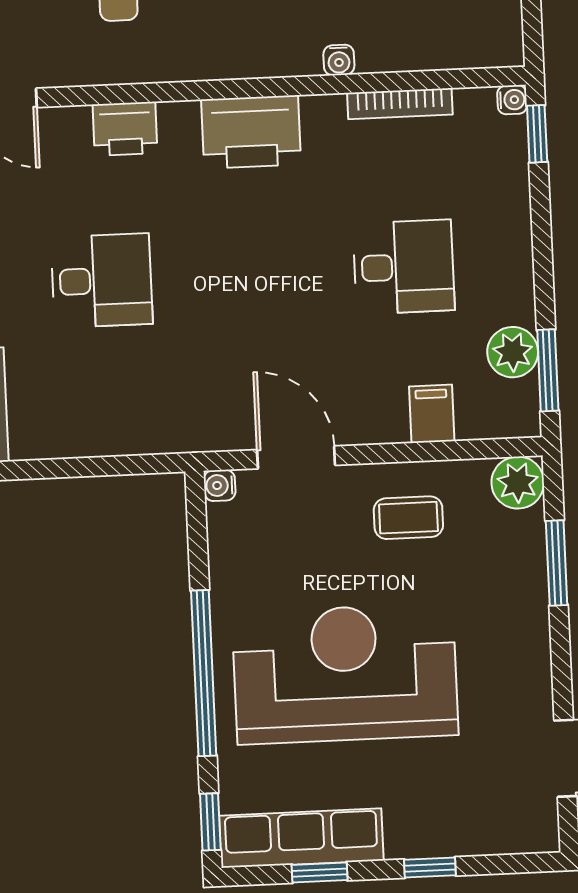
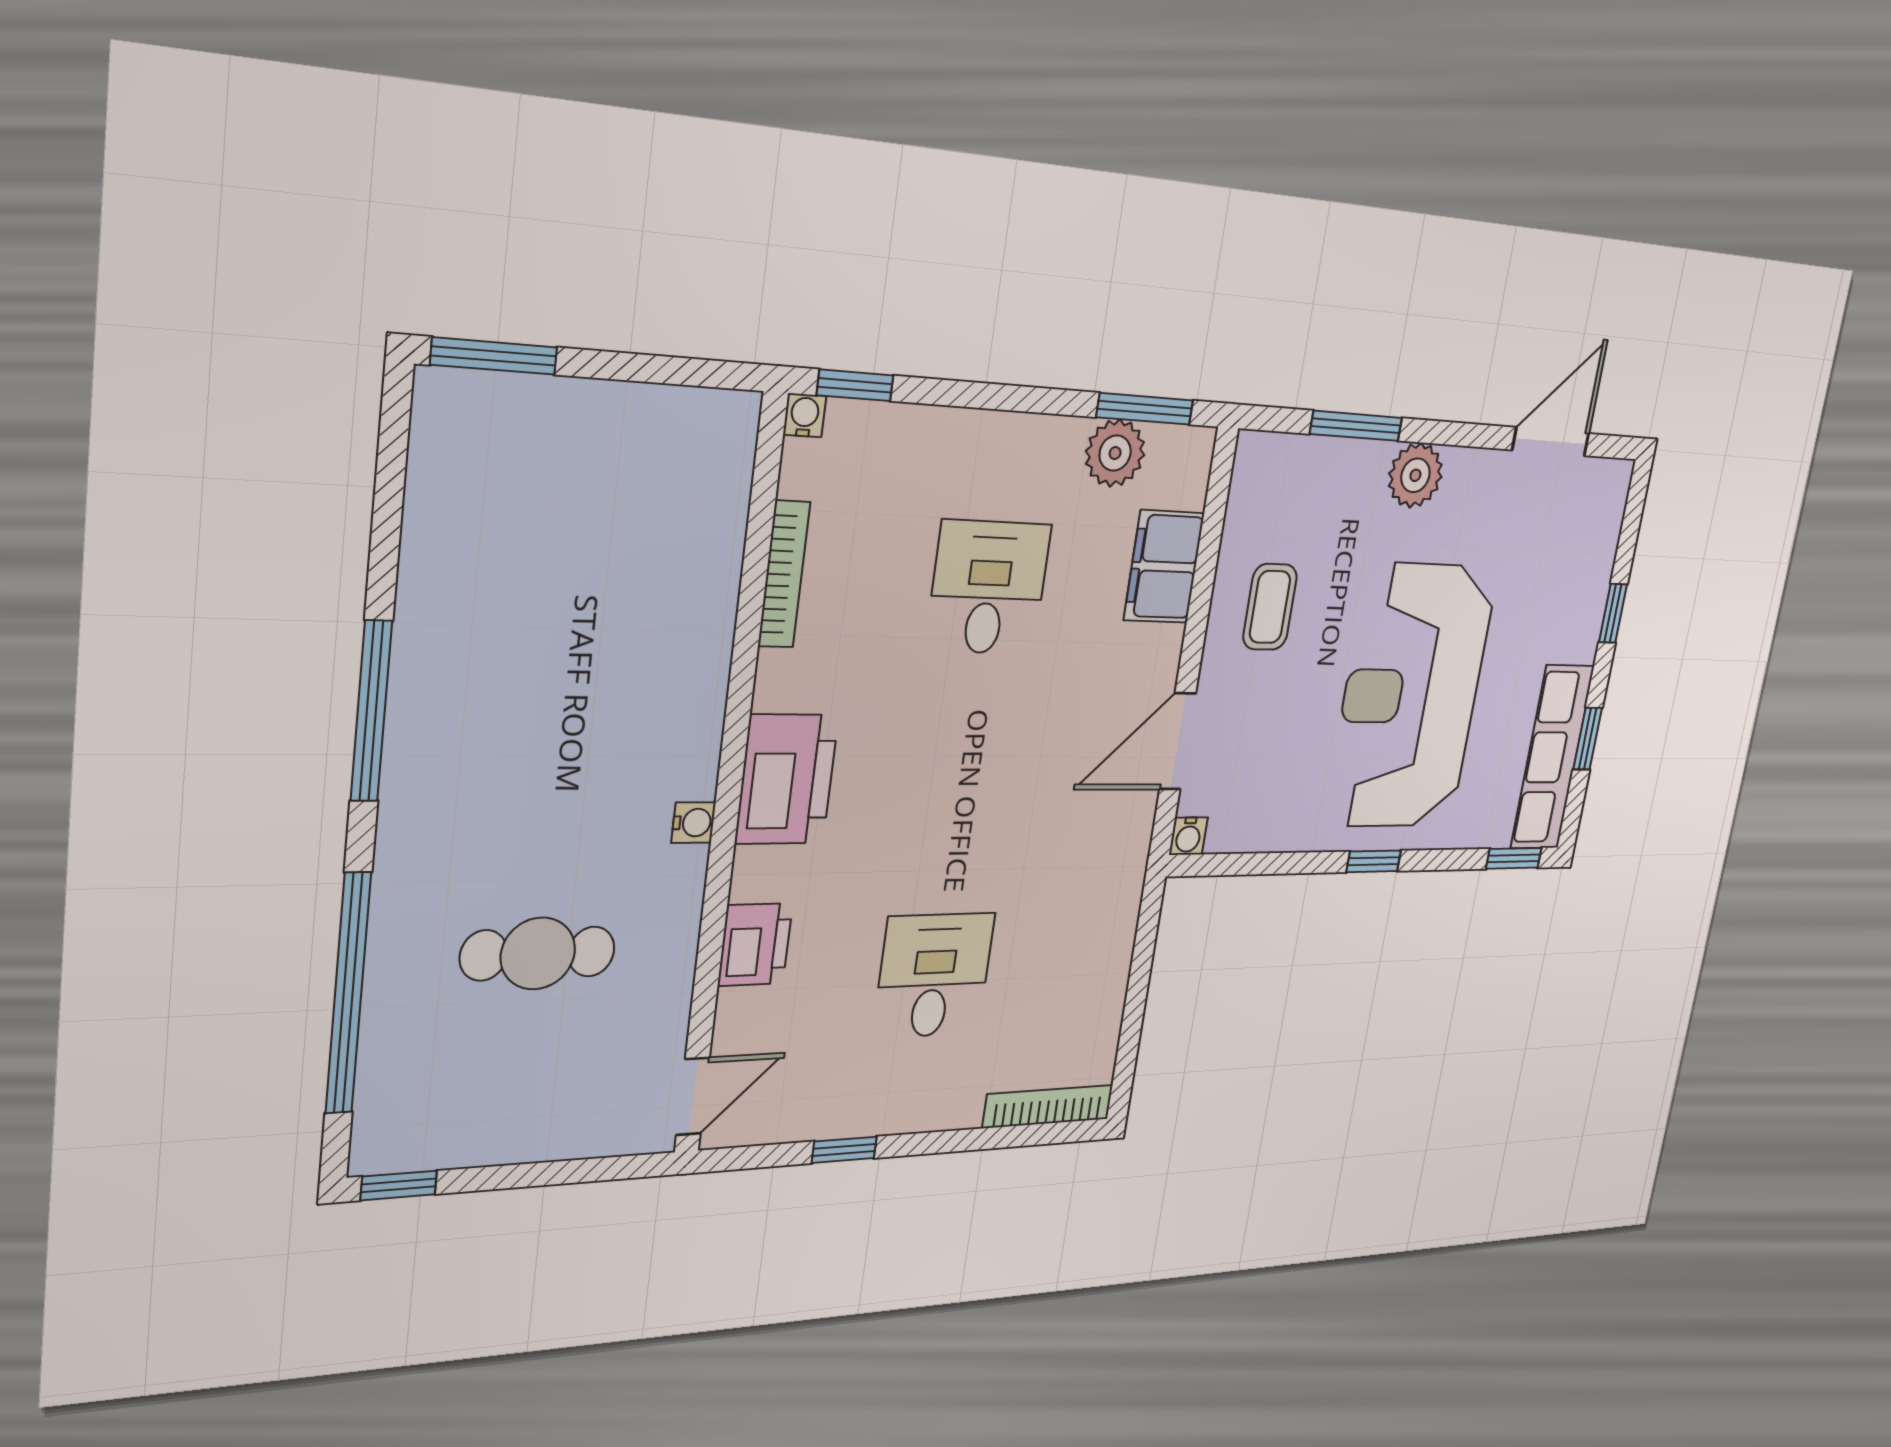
water cooler: (339, 60) -> (694, 823), moved
filing cabinet: (432, 414) -> (1164, 567), width x2.00
plant: (518, 483) -> (1415, 475), moved
window: (204, 673) -> (1374, 861), width x0.32

